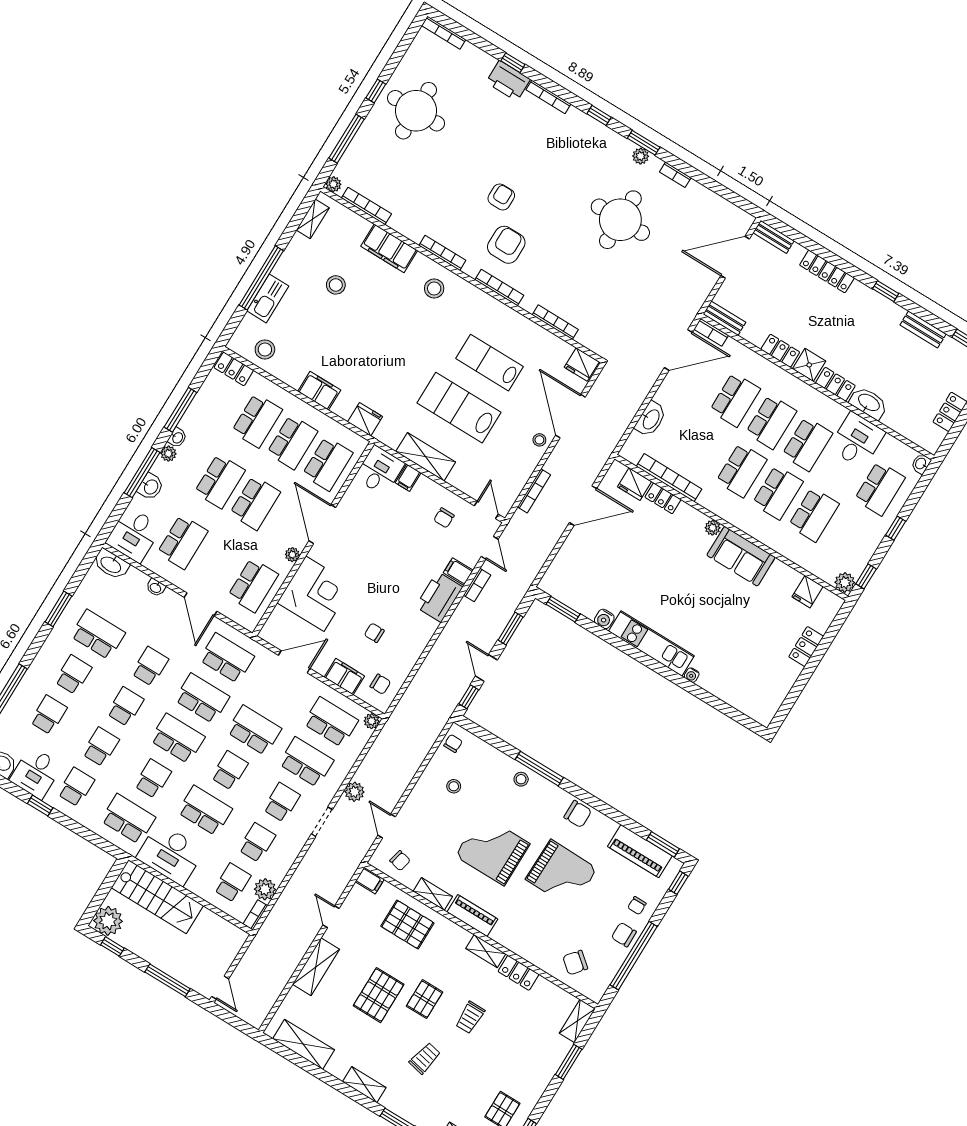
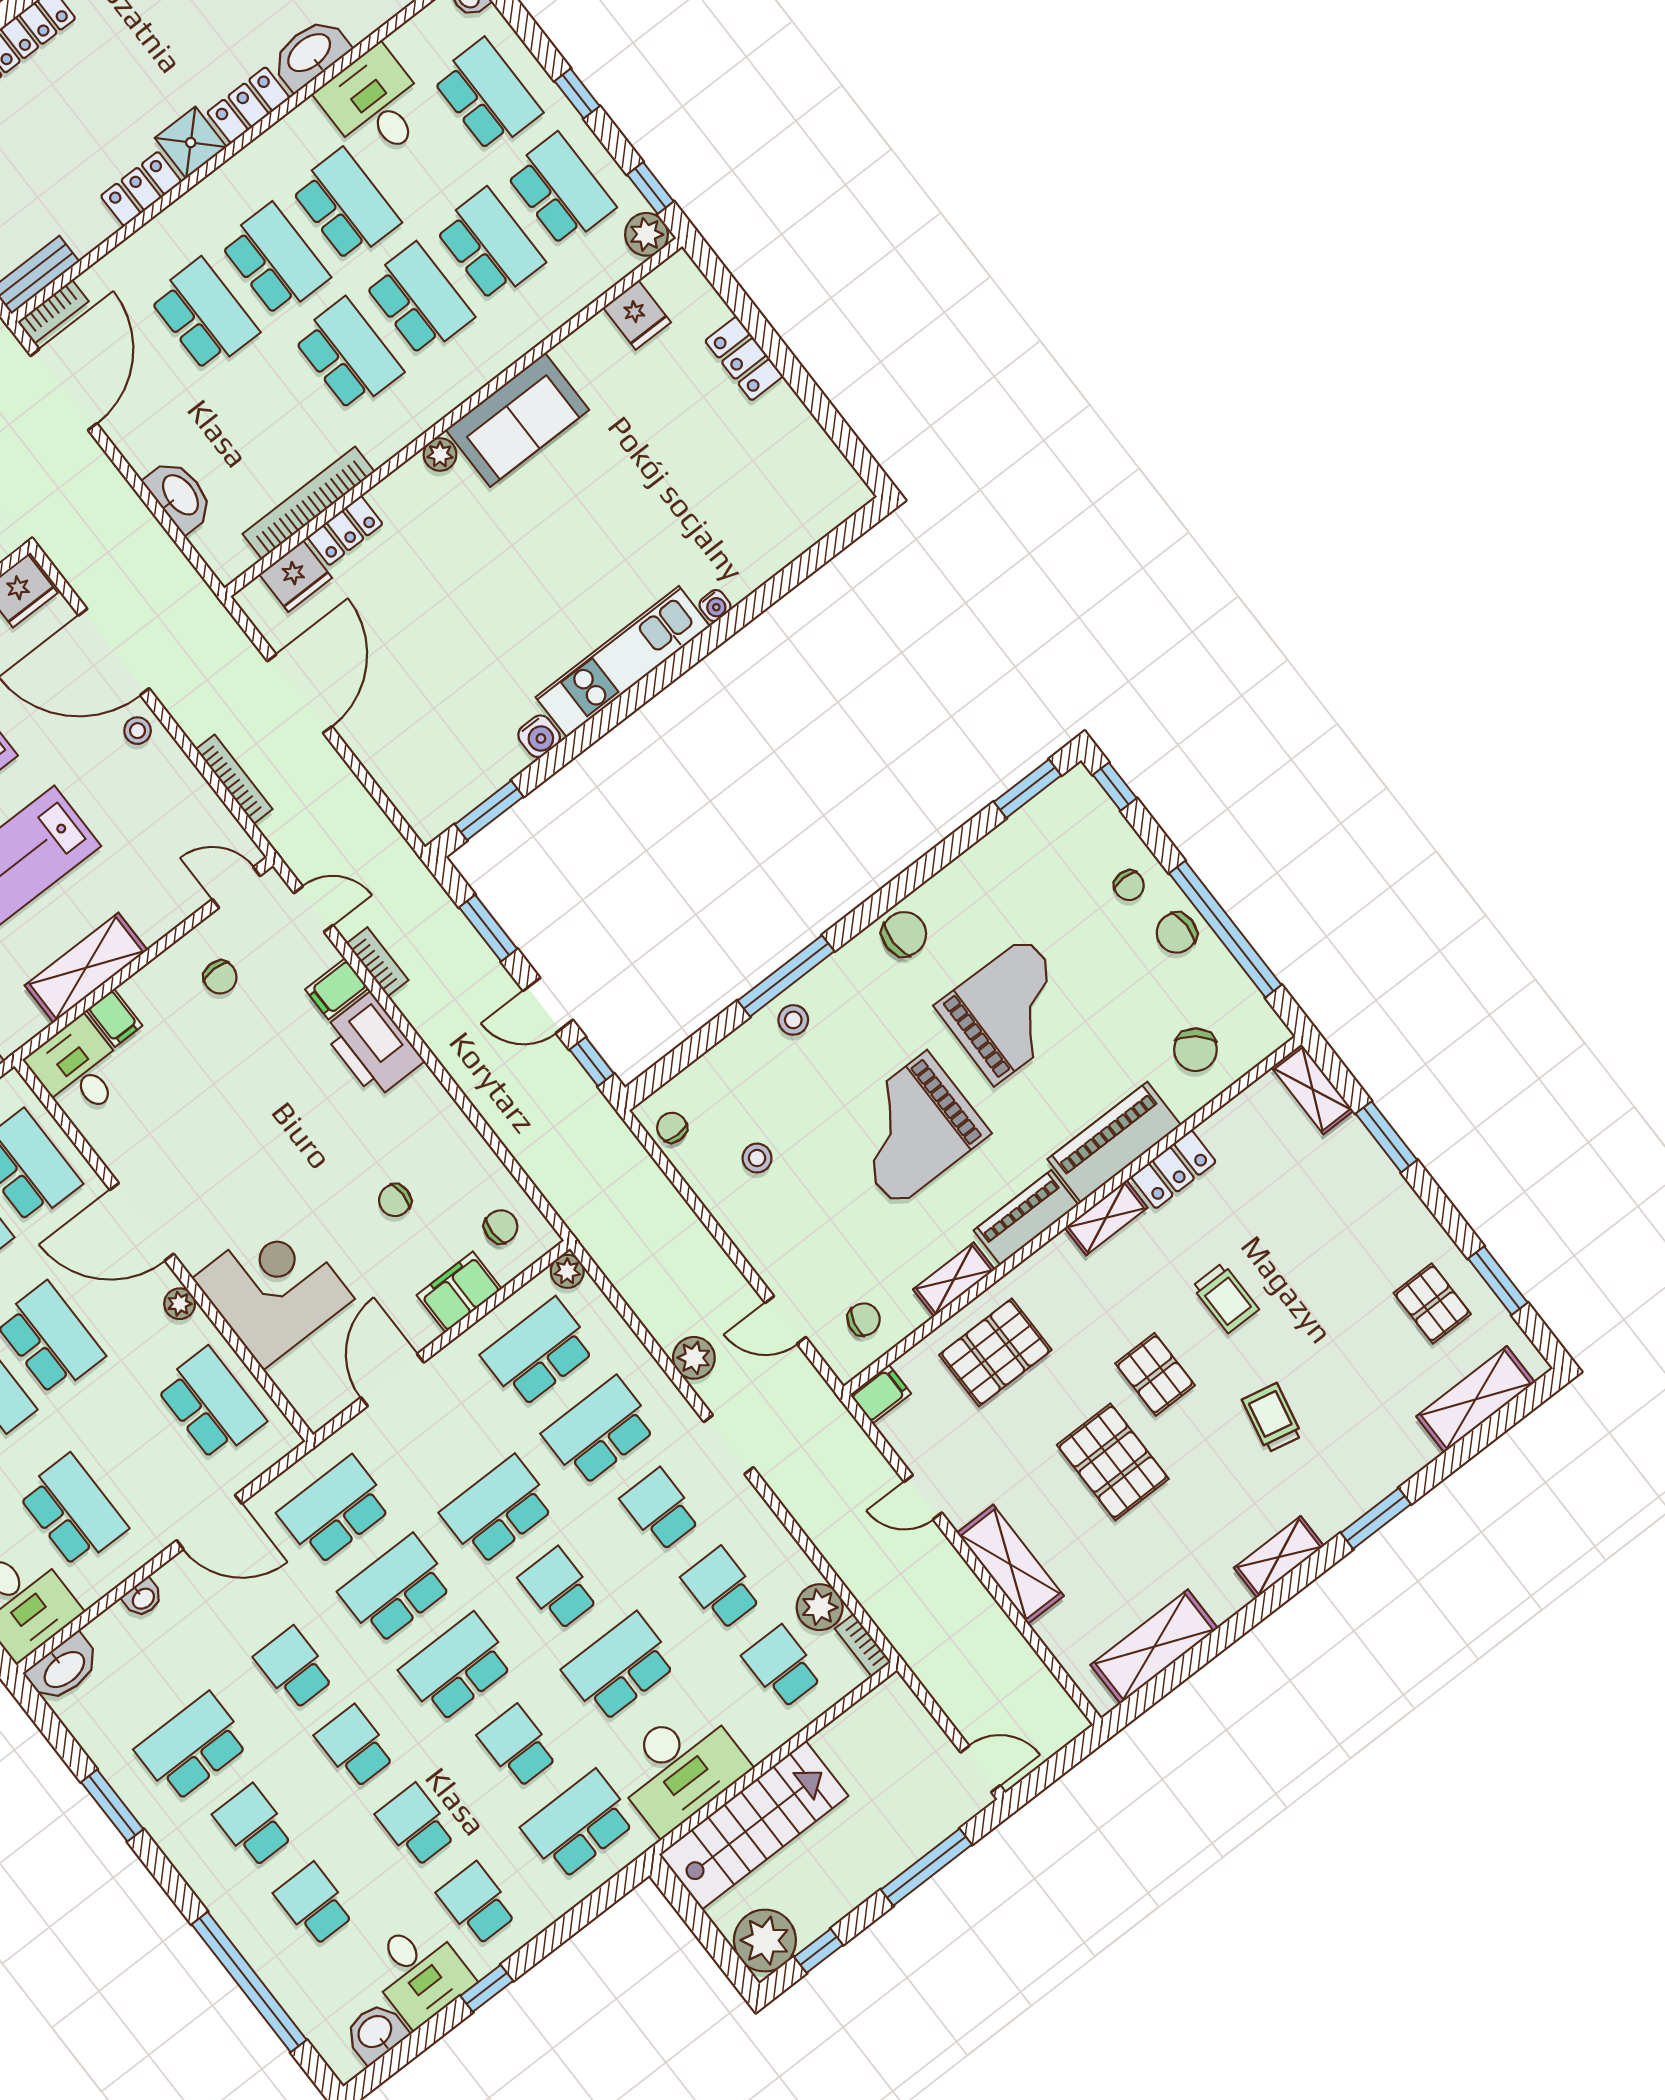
school desk: (850, 537) -> (561, 190), added
piano: (640, 851) -> (1114, 1142), moved, turned 180

